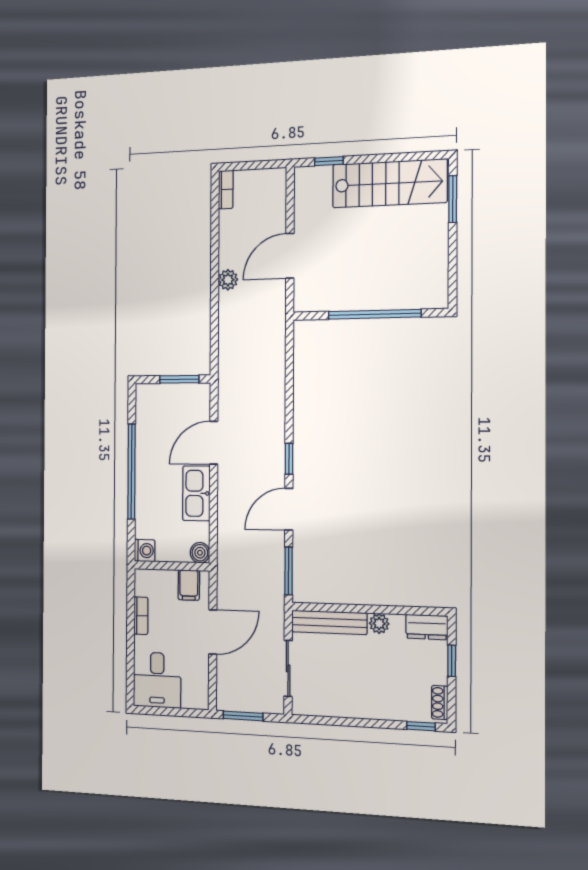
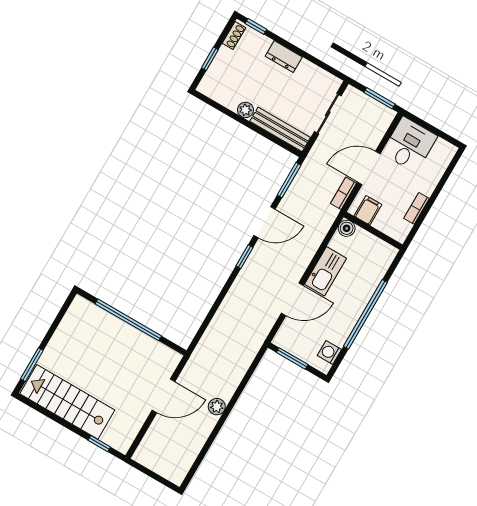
bookcase: (226, 190) -> (343, 193), moved
washing machine: (145, 551) -> (329, 353), moved
dresser: (427, 627) -> (284, 57), moved, turned 180
desk: (157, 680) -> (409, 145), moved

